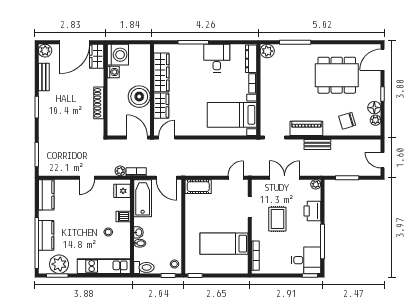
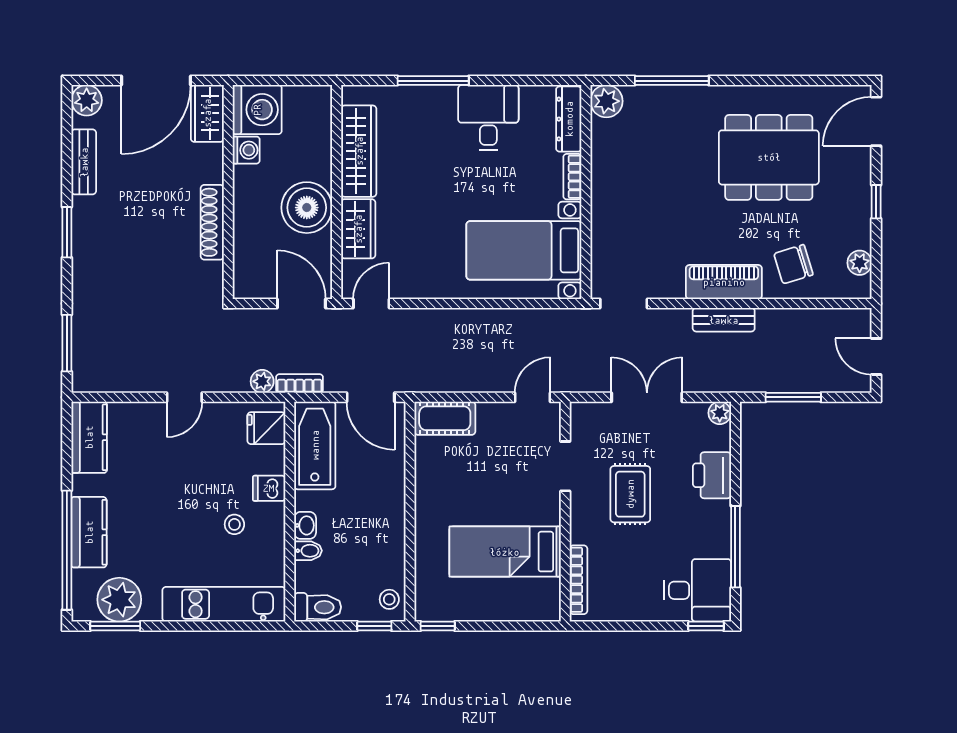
floor lamp: (374, 108) -> (857, 233), removed
piano: (306, 128) -> (724, 282), moved

